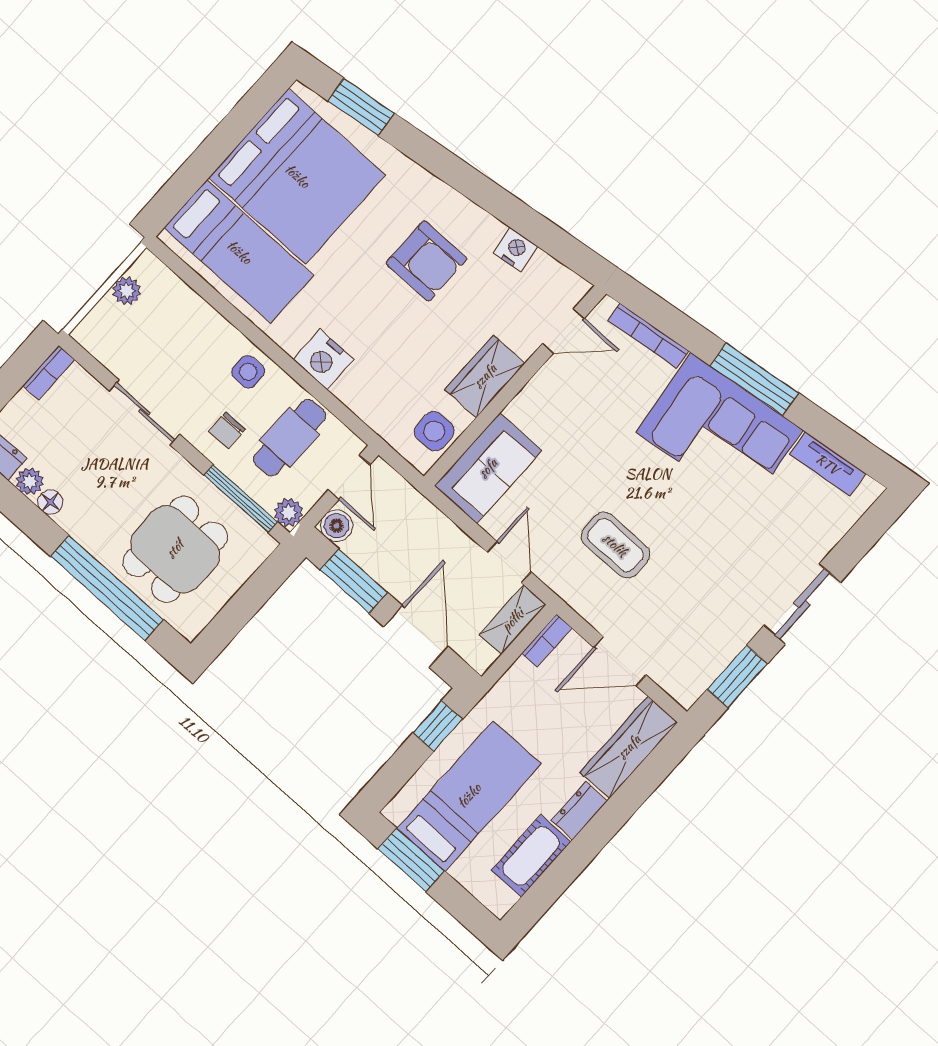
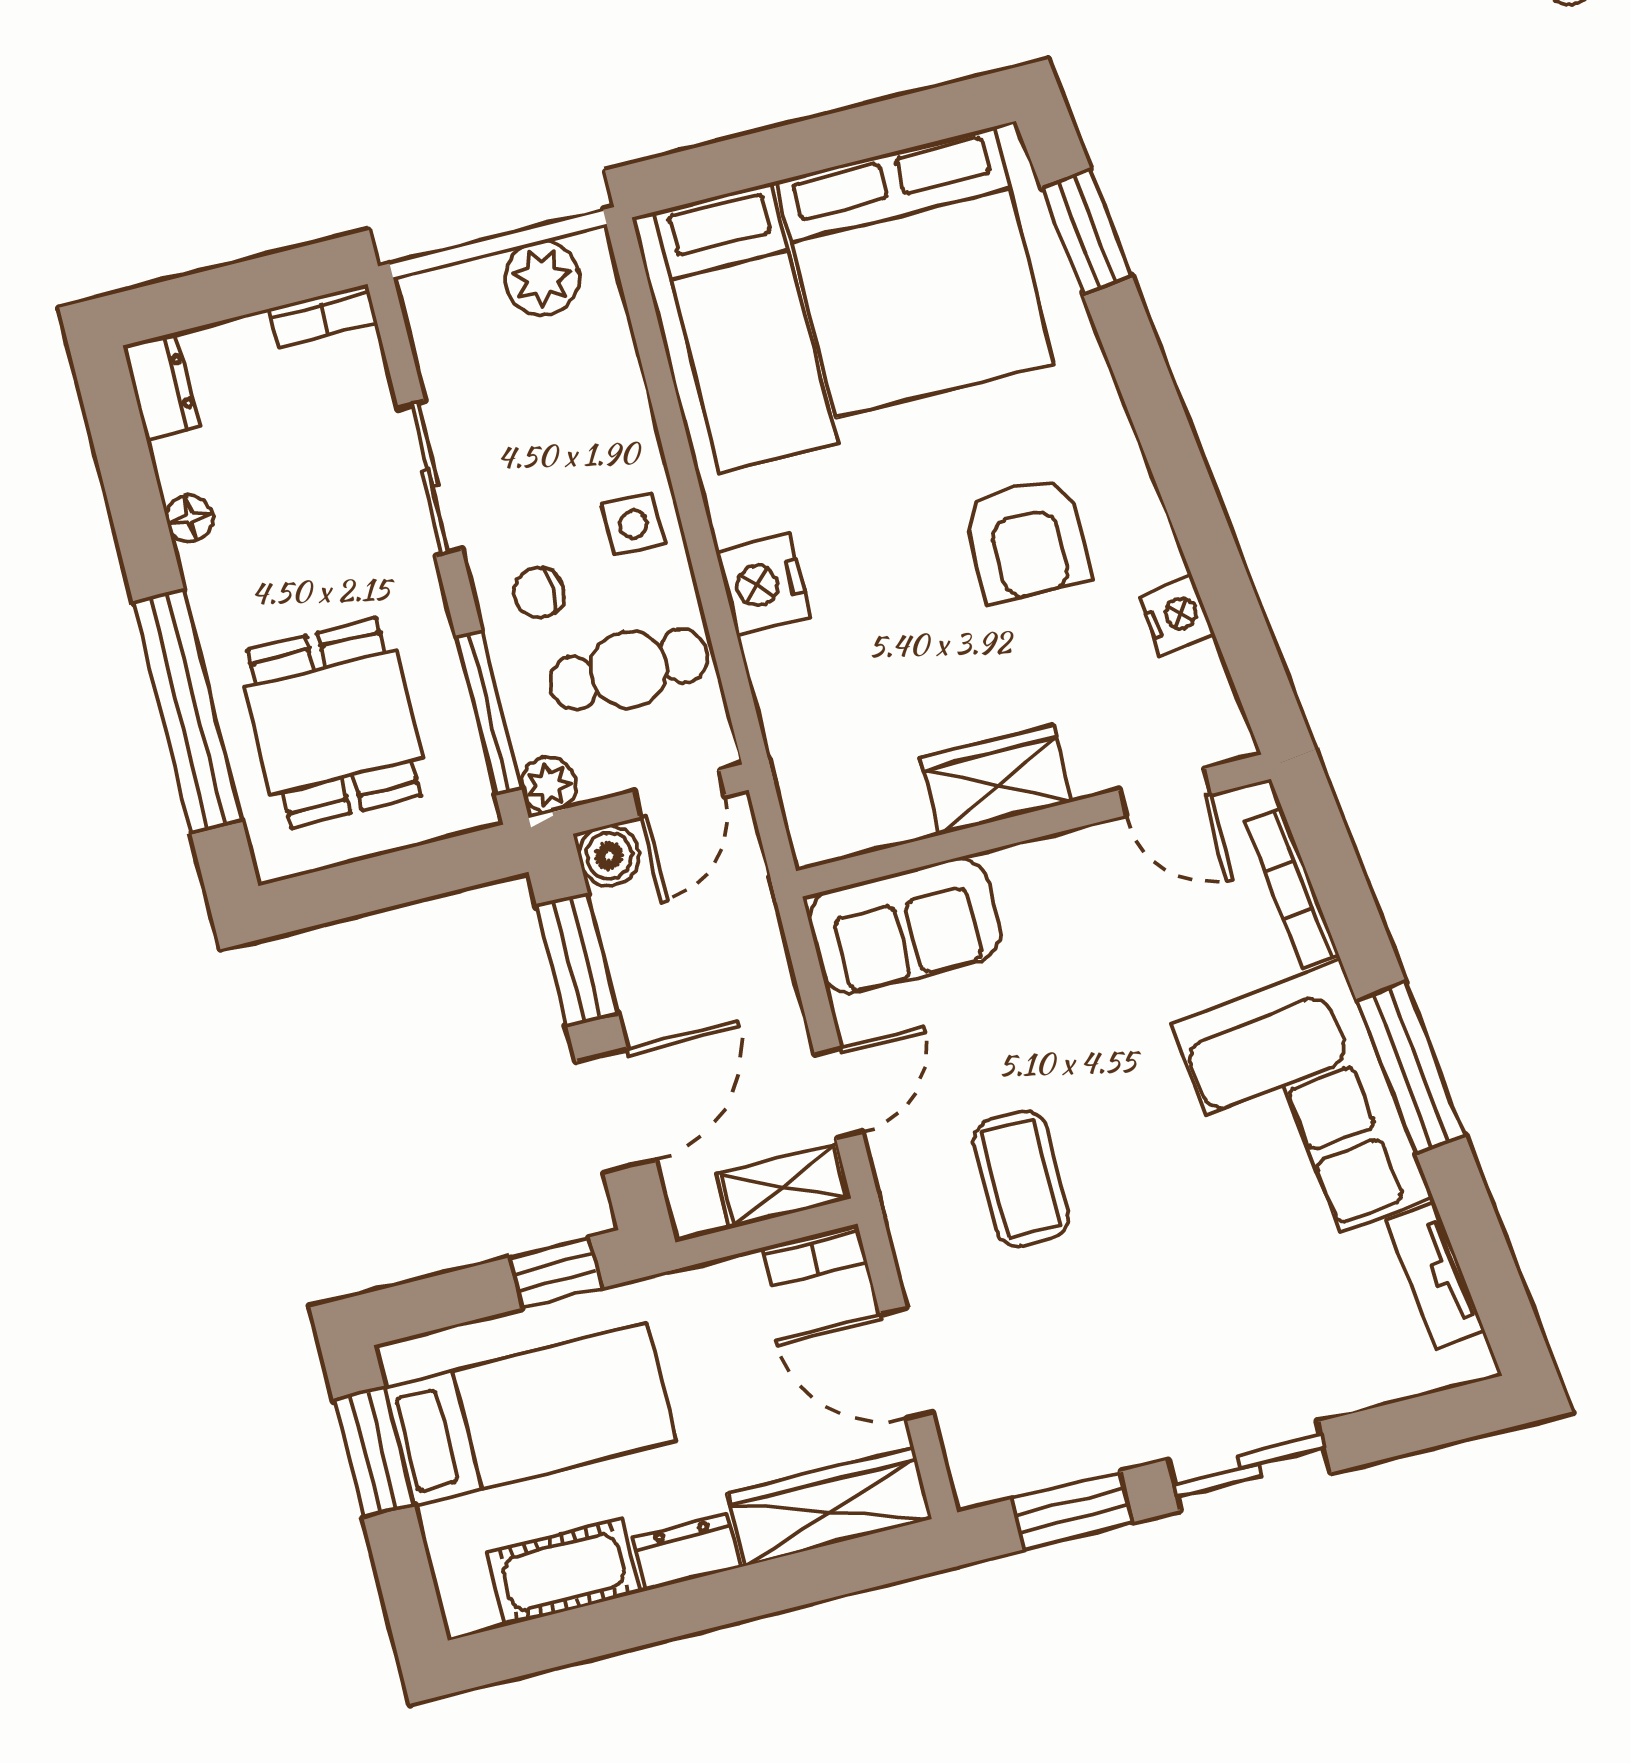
plant: (127, 291) -> (542, 278), width x1.38, depth x1.38
side table: (434, 431) -> (860, 812), removed
plant: (30, 481) -> (179, 465), removed
dining table: (175, 549) -> (334, 723), turned 90

